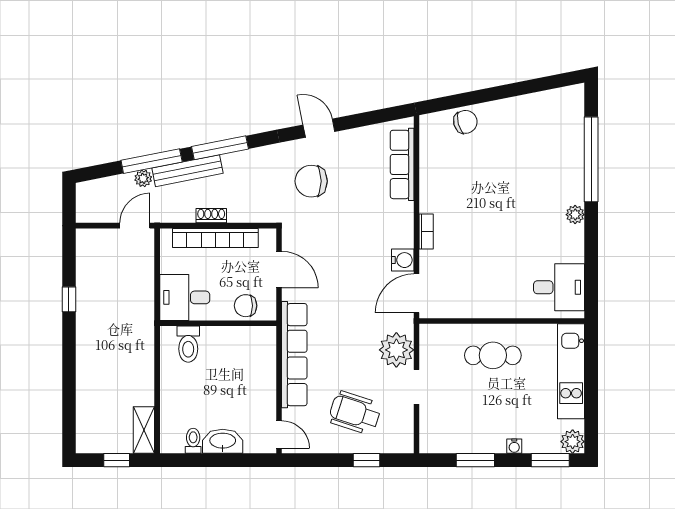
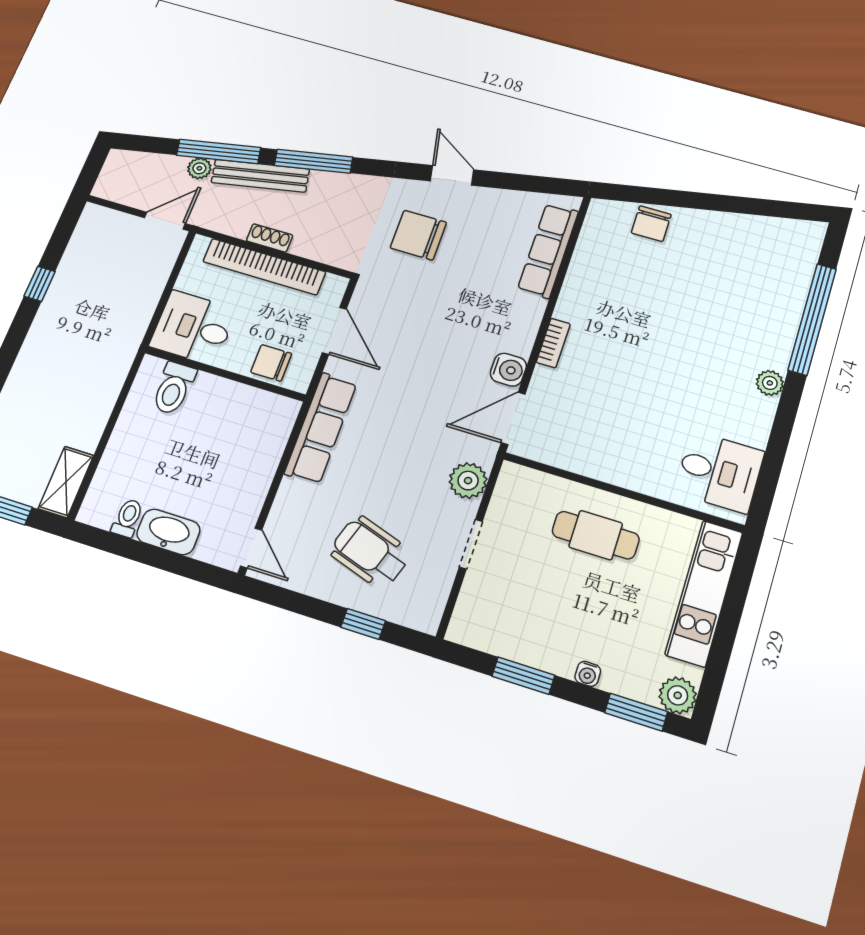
chair: (465, 122) -> (651, 224), turned 105
plant: (396, 350) -> (468, 481), width x0.73, depth x0.73
row of seats: (294, 355) -> (321, 428), width x0.73

